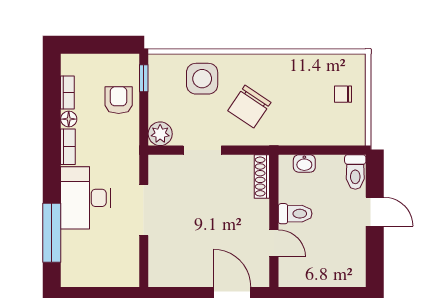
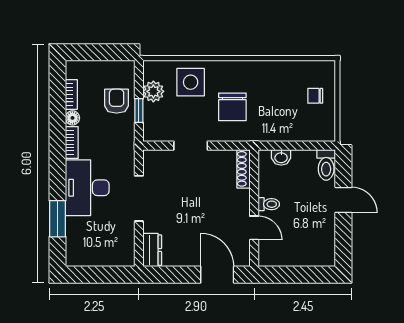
window: (144, 78) -> (139, 111), moved
chair: (249, 107) -> (232, 107), turned -34
plant: (160, 134) -> (153, 91), moved
toilet: (295, 214) -> (269, 204), width x0.73, depth x0.72
window: (52, 233) -> (57, 219), width x0.69
dresser: (159, 268) -> (152, 250), added

